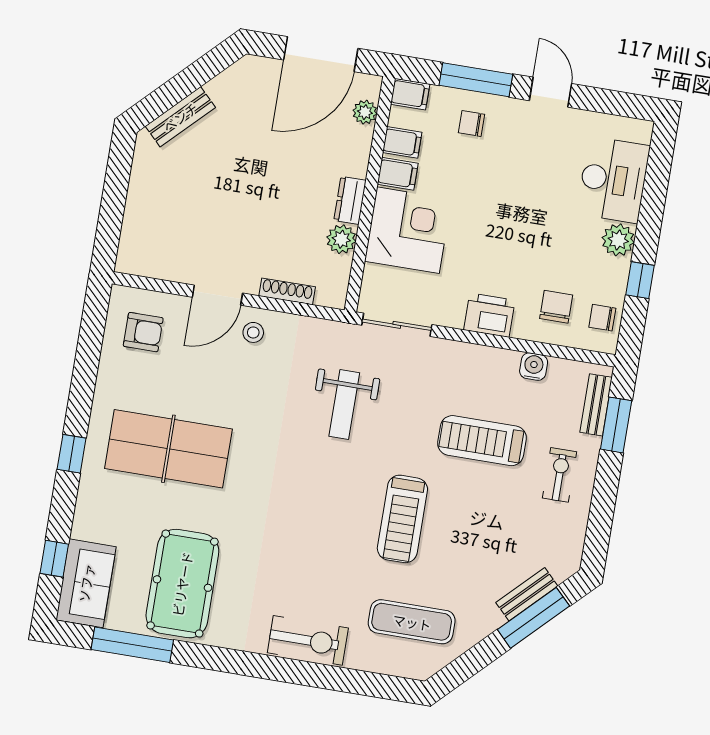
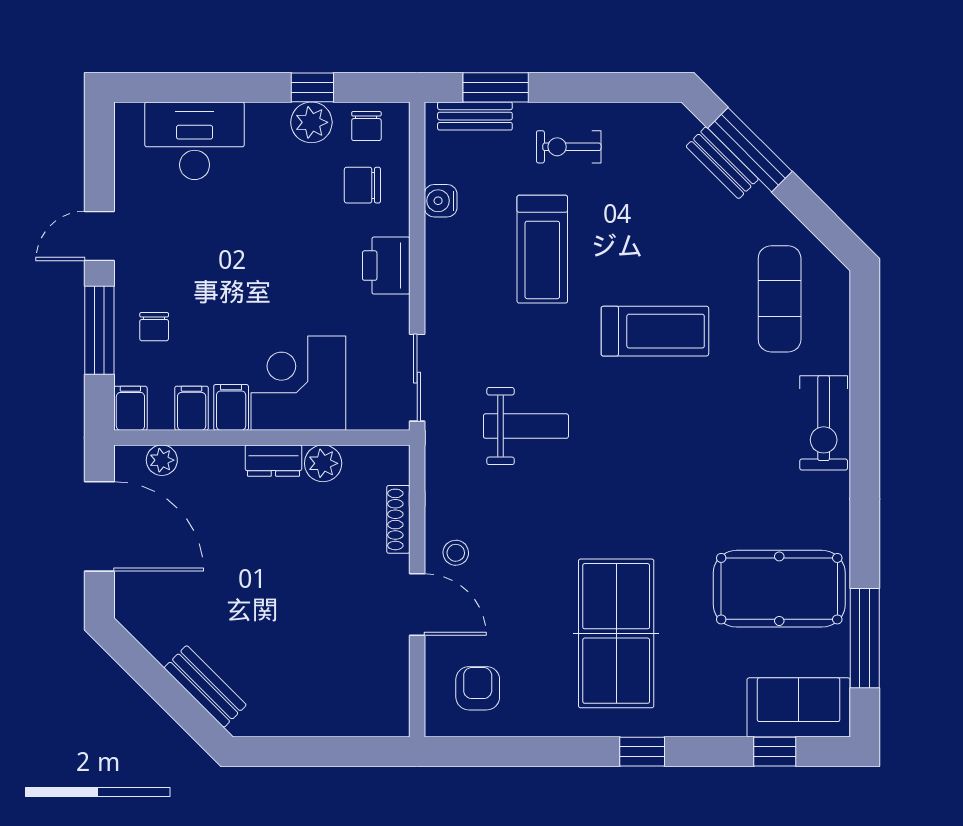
plant: (618, 240) -> (311, 122), moved
exercise bike: (308, 640) -> (824, 423), turned 180

